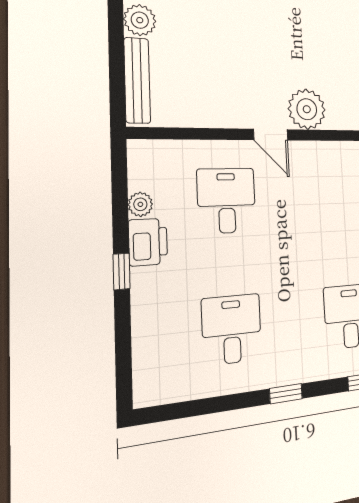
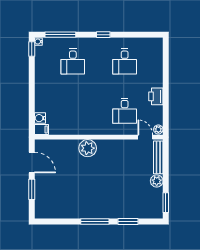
door: (271, 135) -> (145, 137), moved
plant: (140, 204) -> (158, 129), moved
window: (122, 271) -> (166, 86), removed

